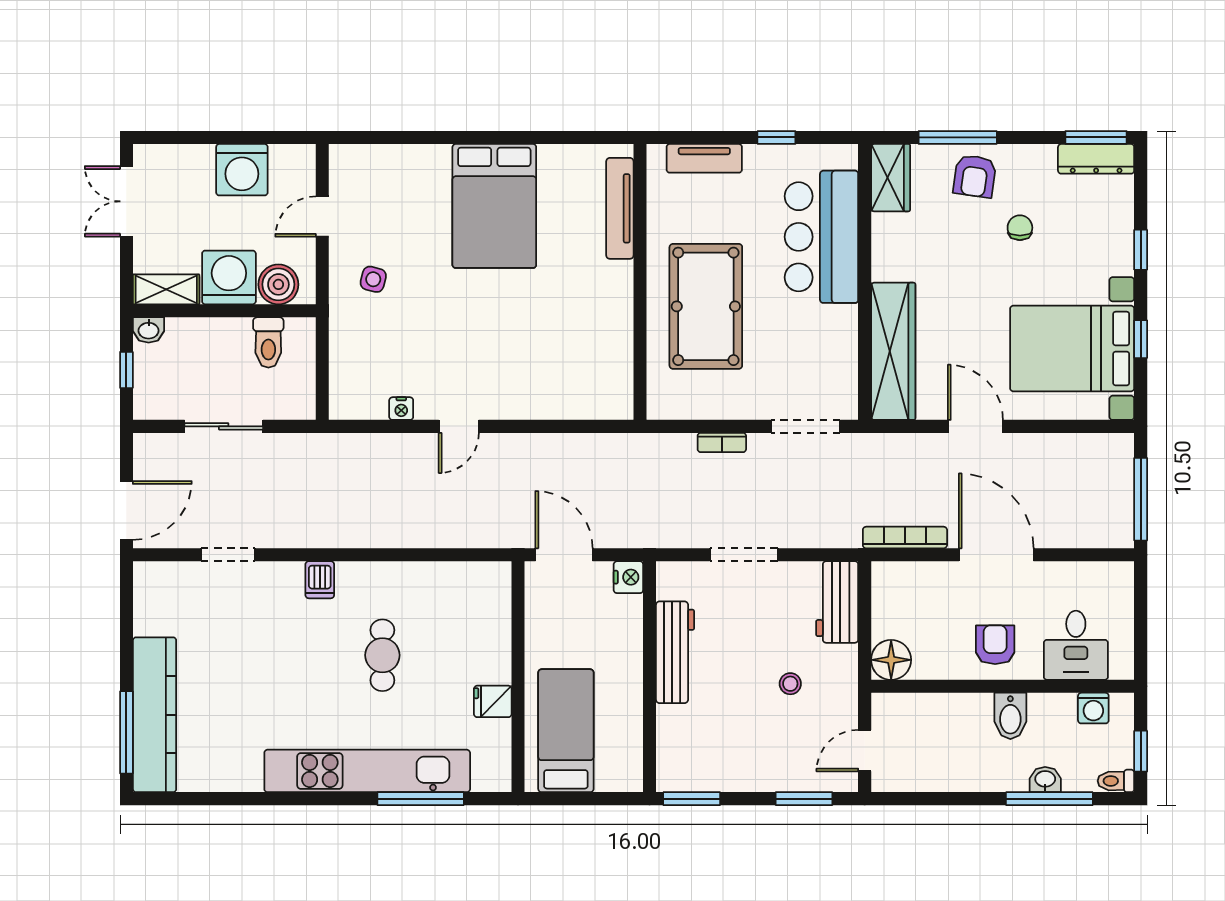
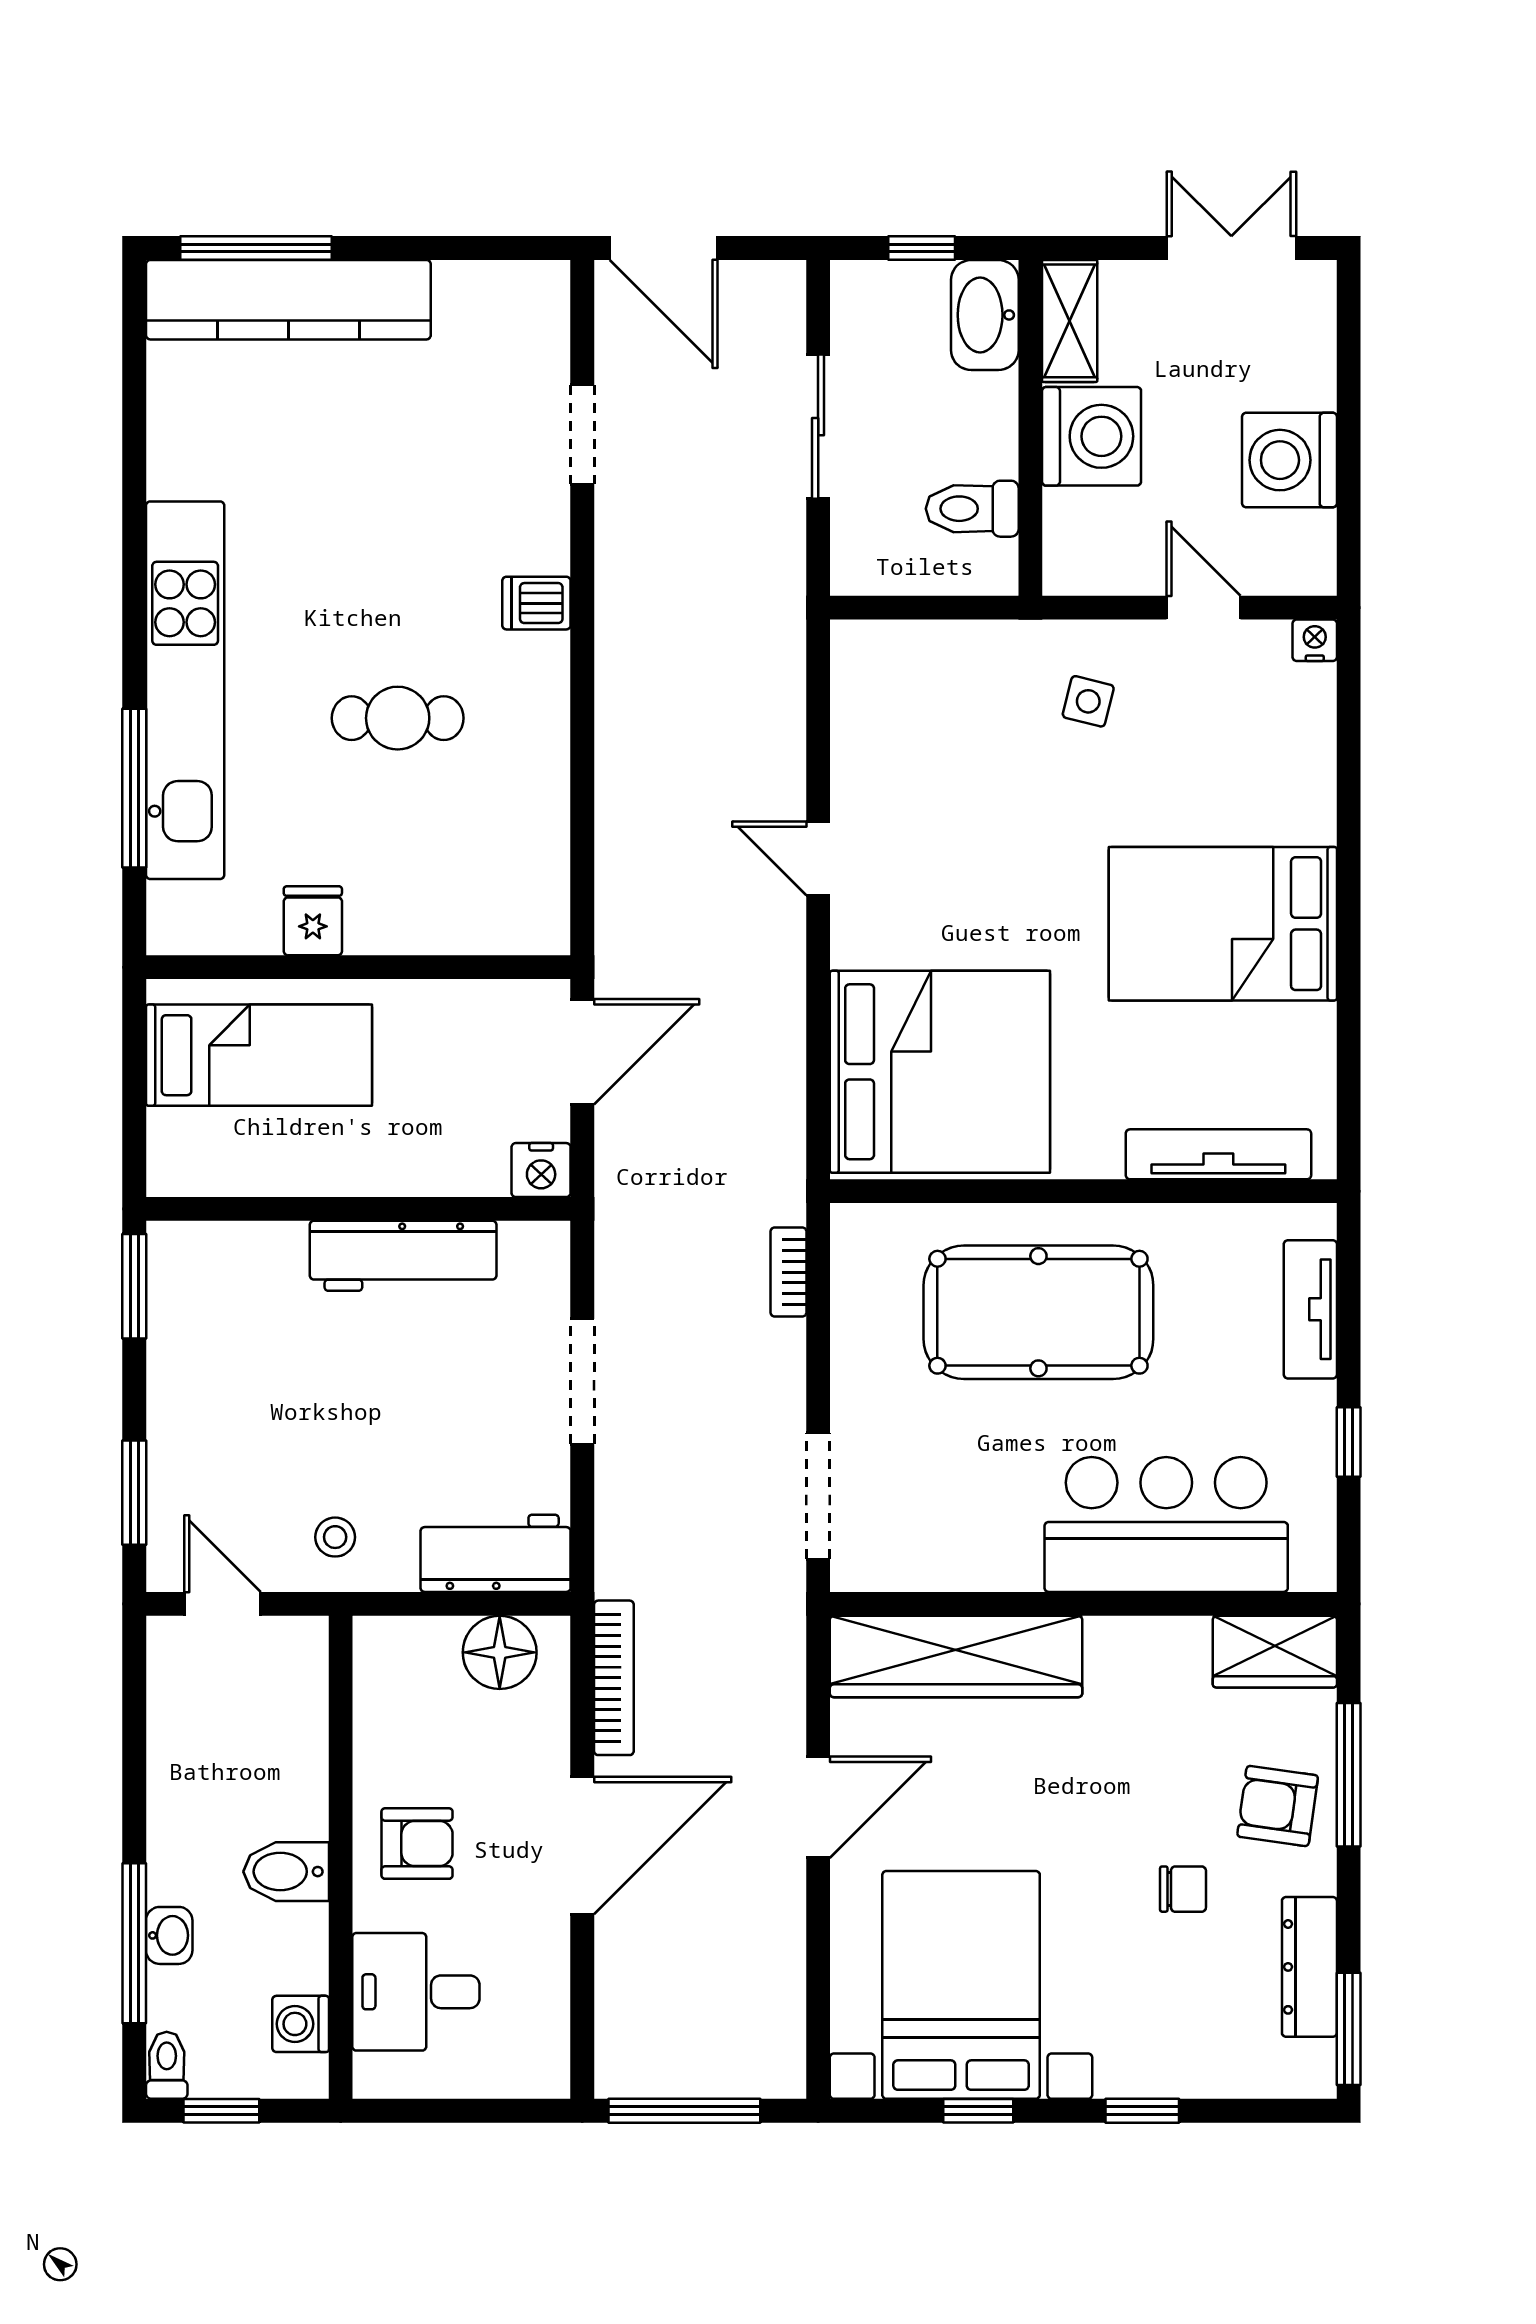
dresser: (1096, 159) -> (1309, 1967), moved
boiler: (278, 284) -> (1079, 527), removed
washbasin: (149, 330) -> (985, 315), width x1.91, depth x1.45
bed: (575, 360) -> (940, 1072), added
nightstand: (401, 409) -> (1315, 640), moved, turned 90
bookcase: (722, 442) -> (788, 1272), moved
floor lamp: (891, 660) -> (500, 1652), moved
stool: (790, 684) -> (335, 1537), moved

